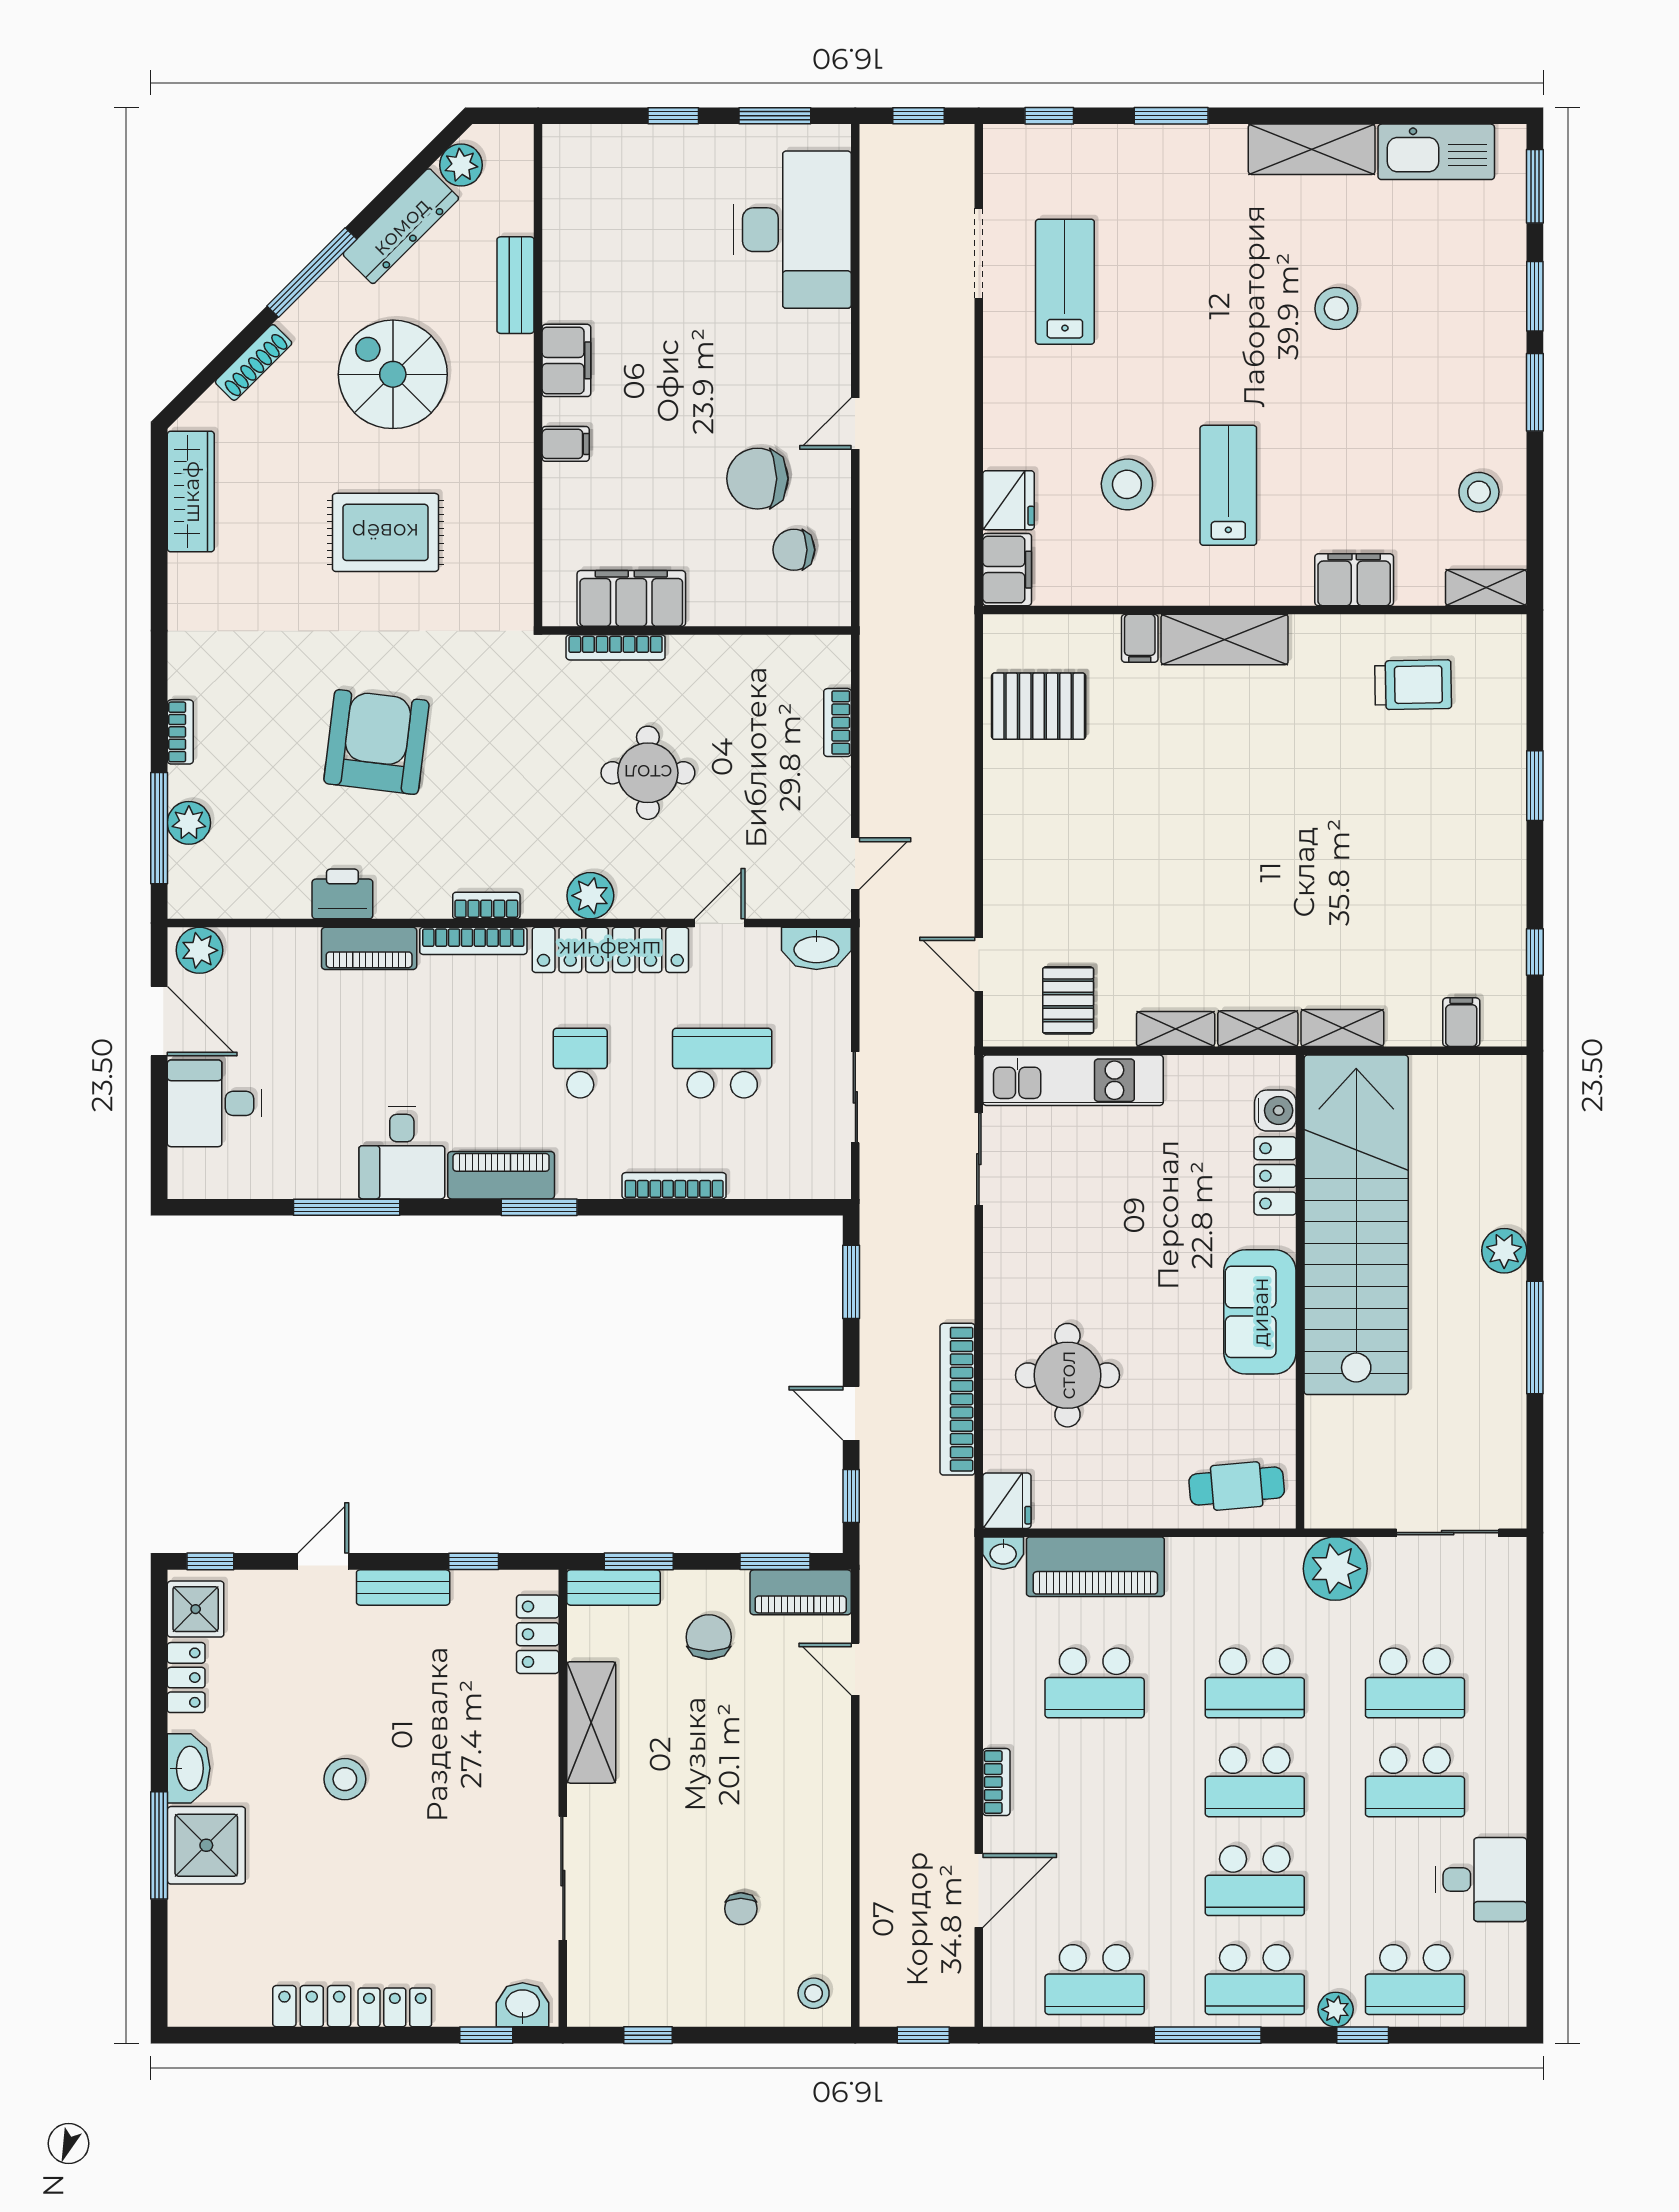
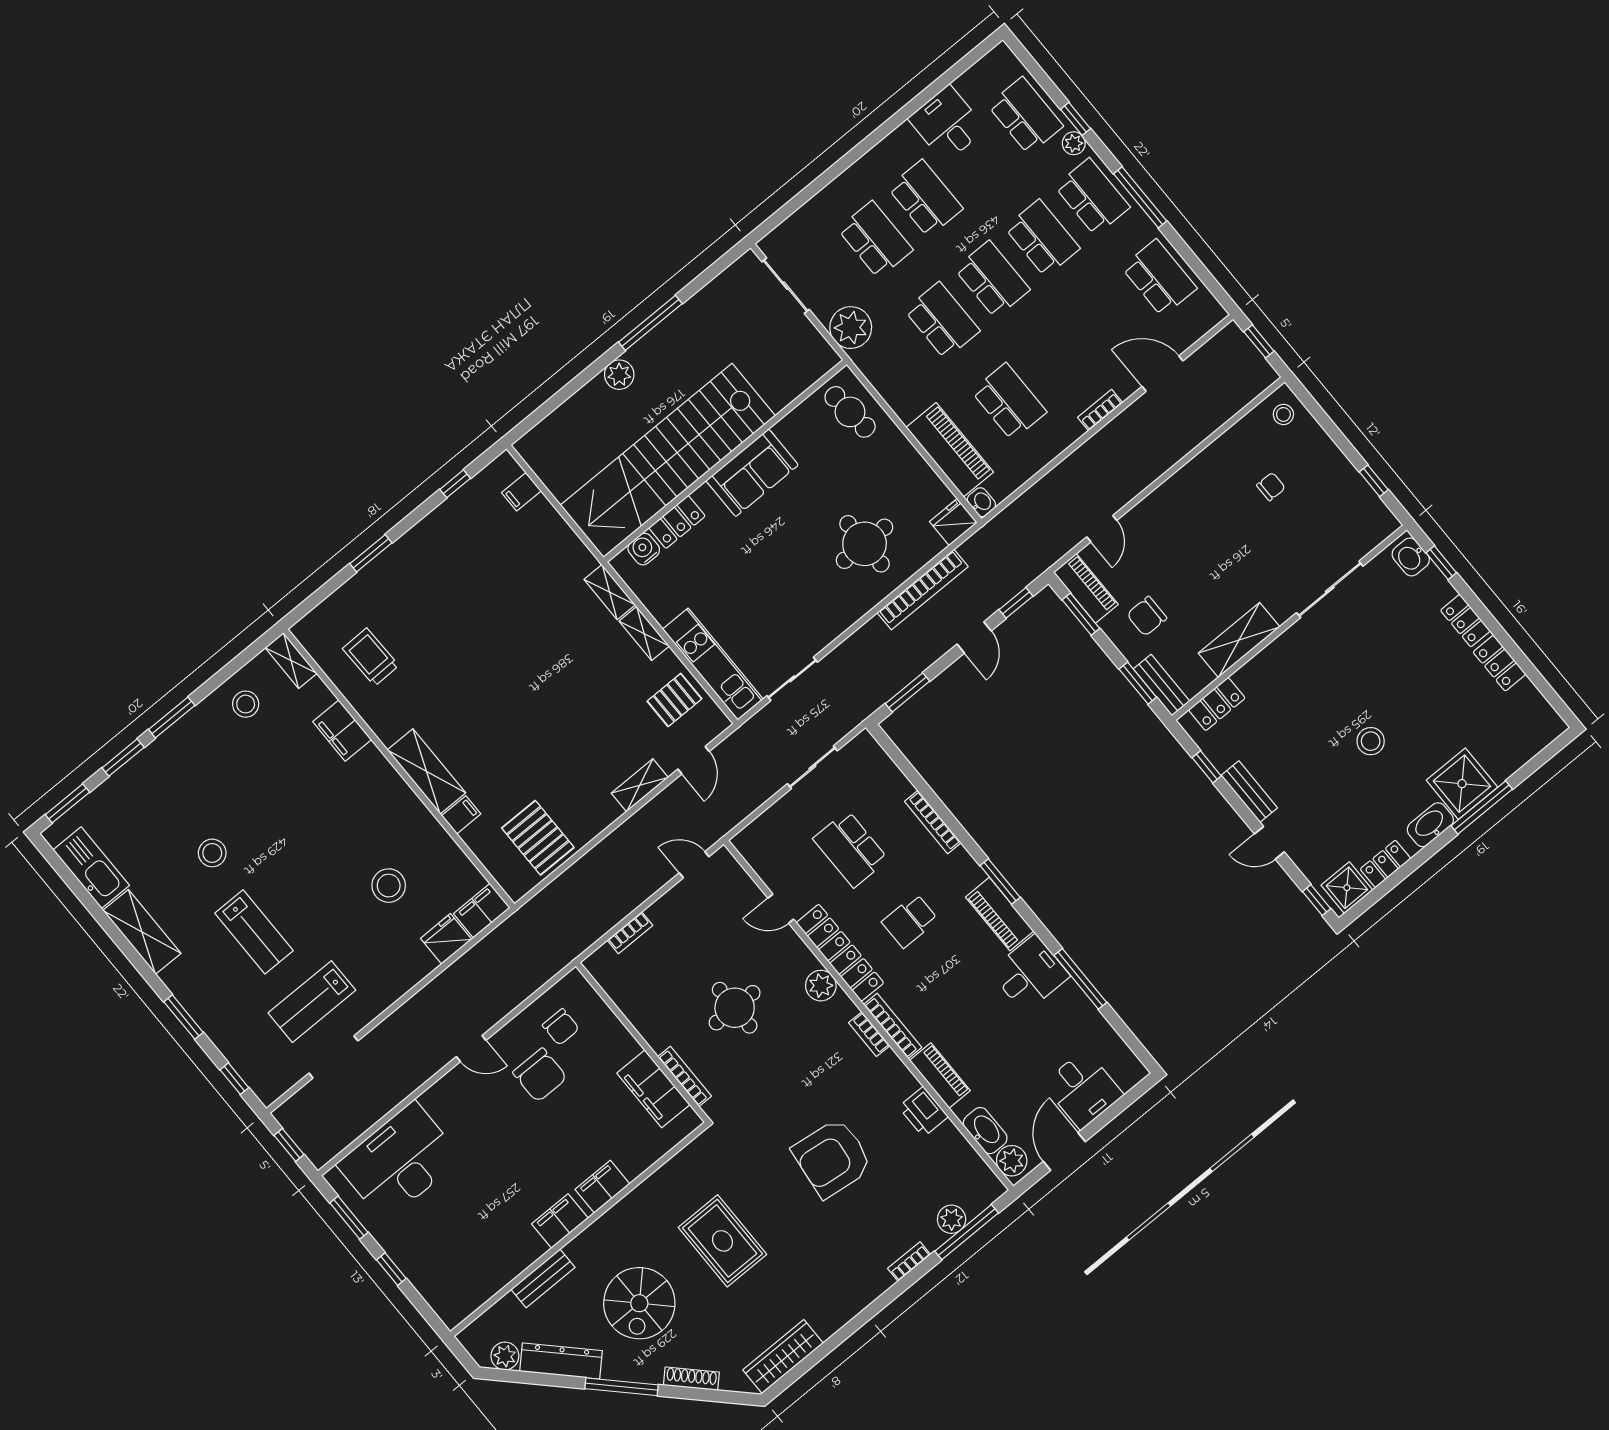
filing cabinet: (566, 444) -> (602, 1187), width x2.00
lab bench: (1228, 485) -> (254, 932), moved, turned -90
washbasin: (816, 948) -> (985, 1131), moved
shelving: (1342, 1028) -> (640, 785), moved, turned 90

